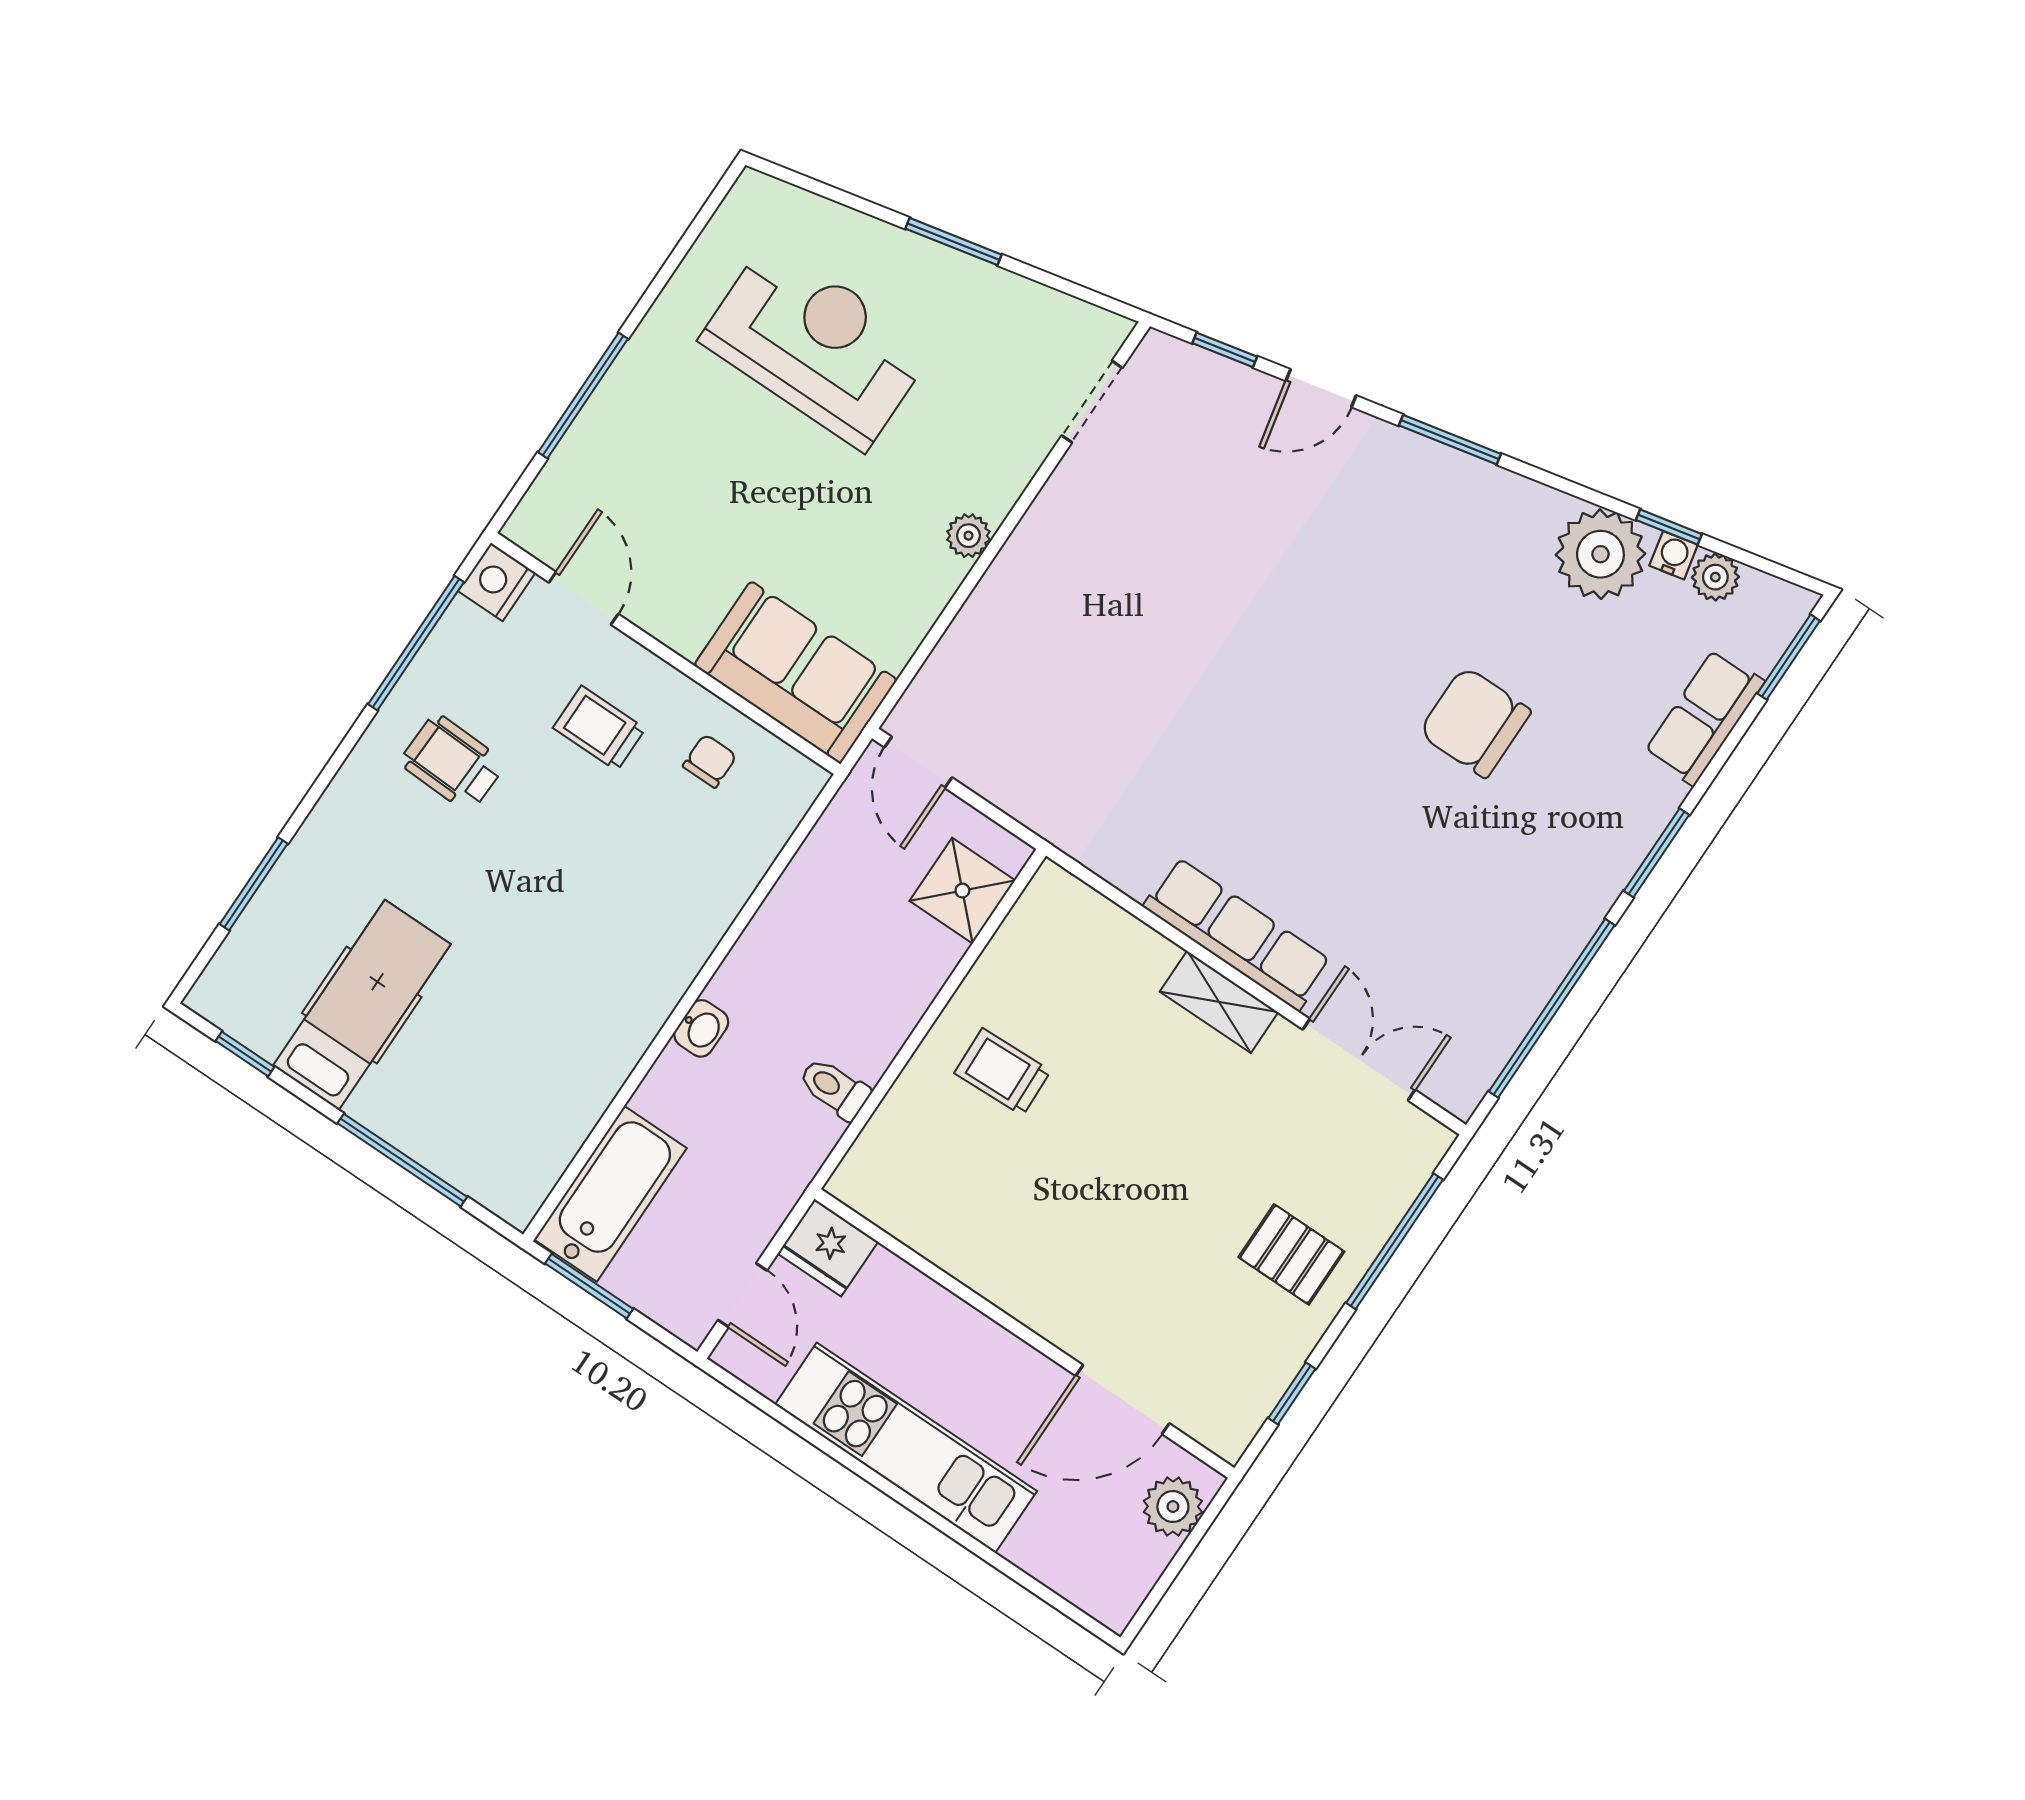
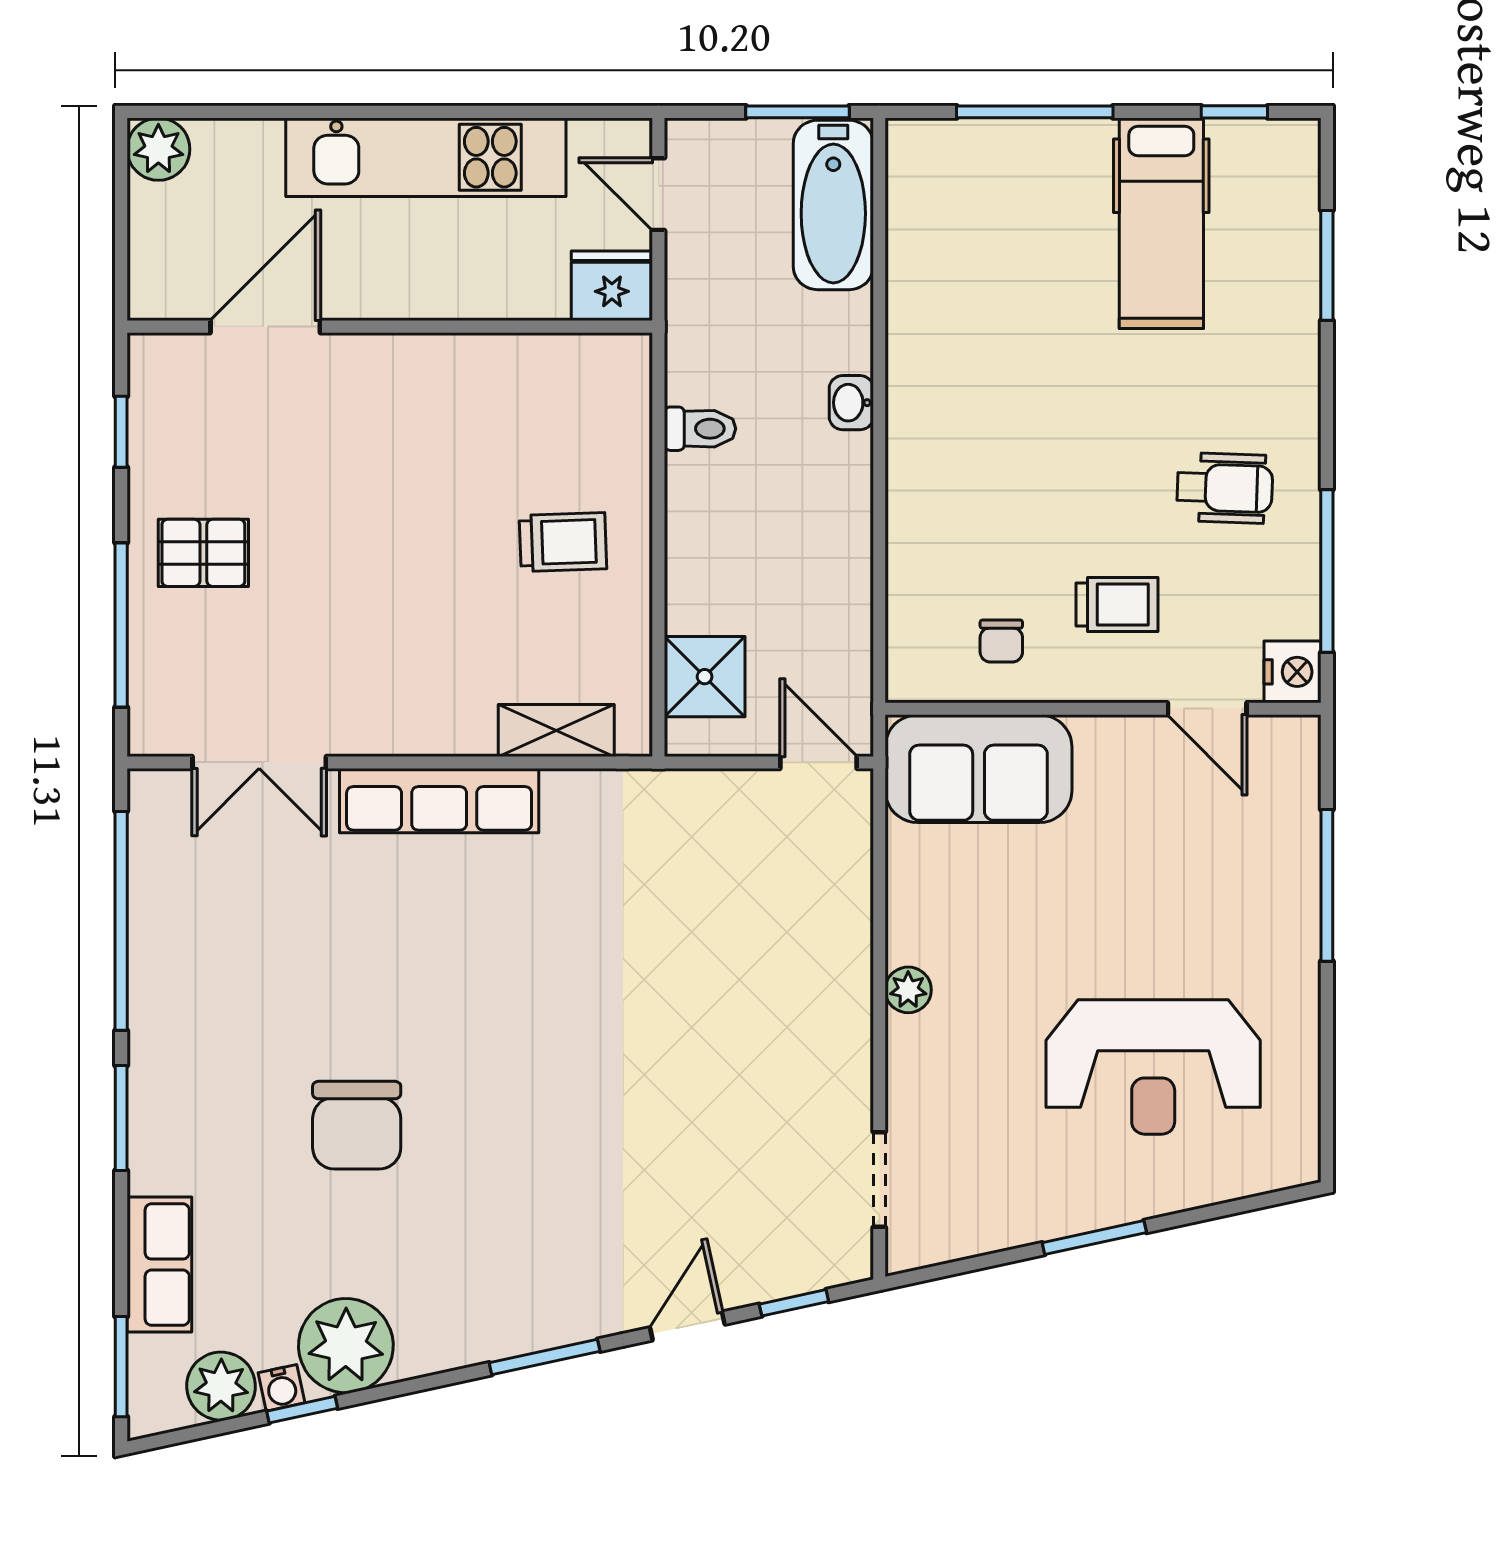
plant: (1715, 577) -> (221, 1386), width x1.38, depth x1.38
chair: (1475, 722) -> (357, 1125), turned 90
shelving: (1219, 1002) -> (556, 730), moved
plant: (1173, 1507) -> (158, 149), moved

